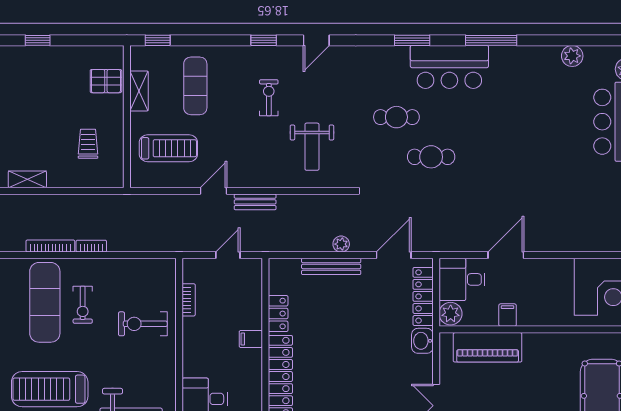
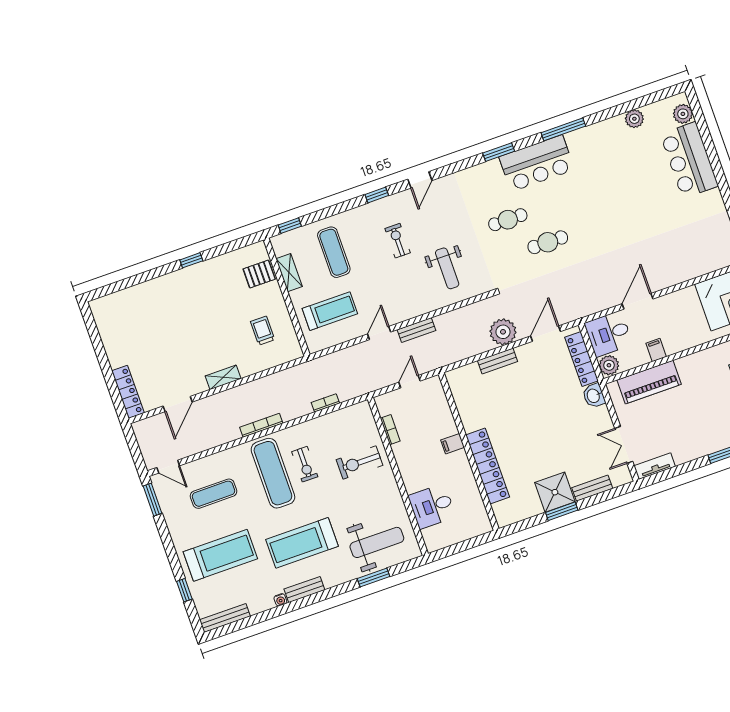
plant: (341, 244) -> (503, 332), width x1.88, depth x1.88
bookcase: (91, 246) -> (325, 403), moved
bench: (331, 266) -> (497, 361), width x0.73
locker: (278, 314) -> (468, 415), removed

